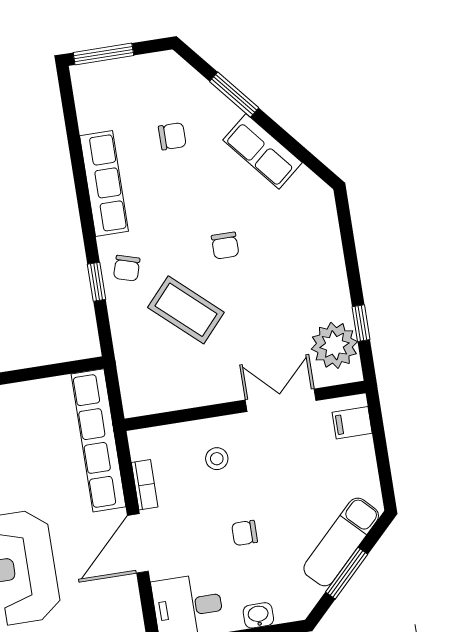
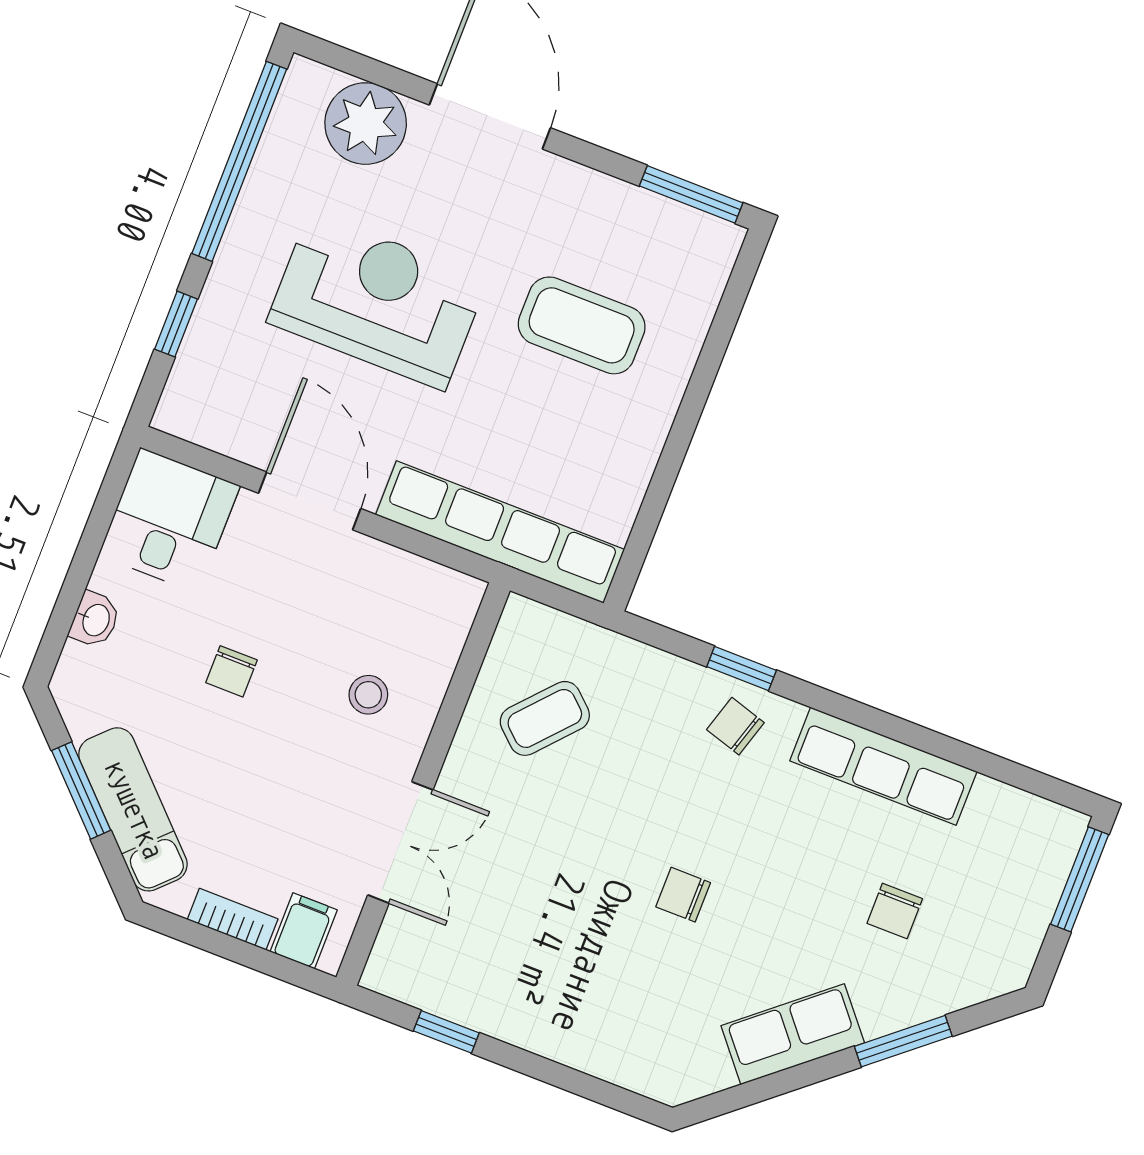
coffee table: (186, 310) -> (545, 718), moved, width x0.73, depth x0.77
plant: (334, 345) -> (436, 972), removed
bookcase: (145, 485) -> (233, 919), moved, turned 180
chair: (245, 533) -> (232, 671), turned 180

